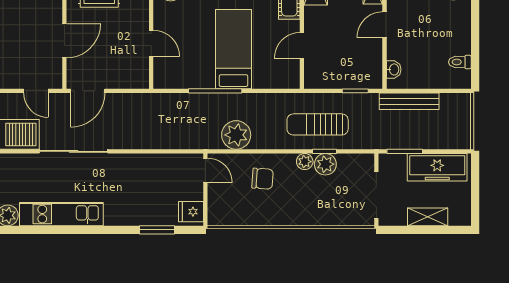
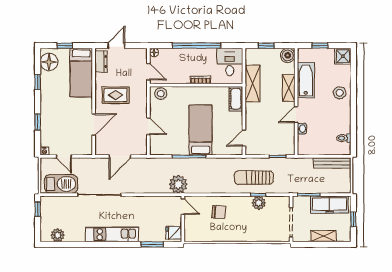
door: (302, 45) -> (244, 138), moved
washbasin: (394, 69) -> (302, 129), moved
door: (36, 91) -> (64, 156), moved
door: (88, 91) -> (120, 156), moved
bench: (409, 101) -> (332, 163), moved
plant: (236, 135) -> (178, 184), moved
plant: (305, 162) -> (246, 201), removed
window: (475, 190) -> (353, 219), added
kitchen unit: (61, 214) -> (112, 234), moved

